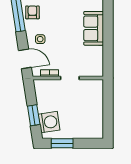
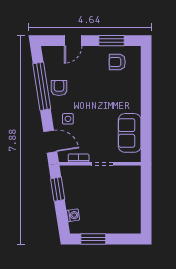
sofa: (94, 28) -> (130, 133), moved
window: (34, 115) -> (58, 189), moved
washing machine: (49, 122) -> (73, 215), width x0.53, depth x0.53

